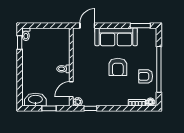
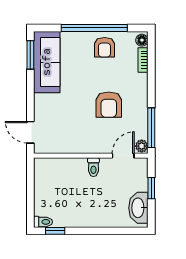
sofa: (116, 37) -> (47, 62), moved
armchair: (118, 67) -> (109, 105), moved, turned 90
door: (71, 89) -> (123, 156), swing flipped
window: (90, 108) -> (151, 128), width x2.17

